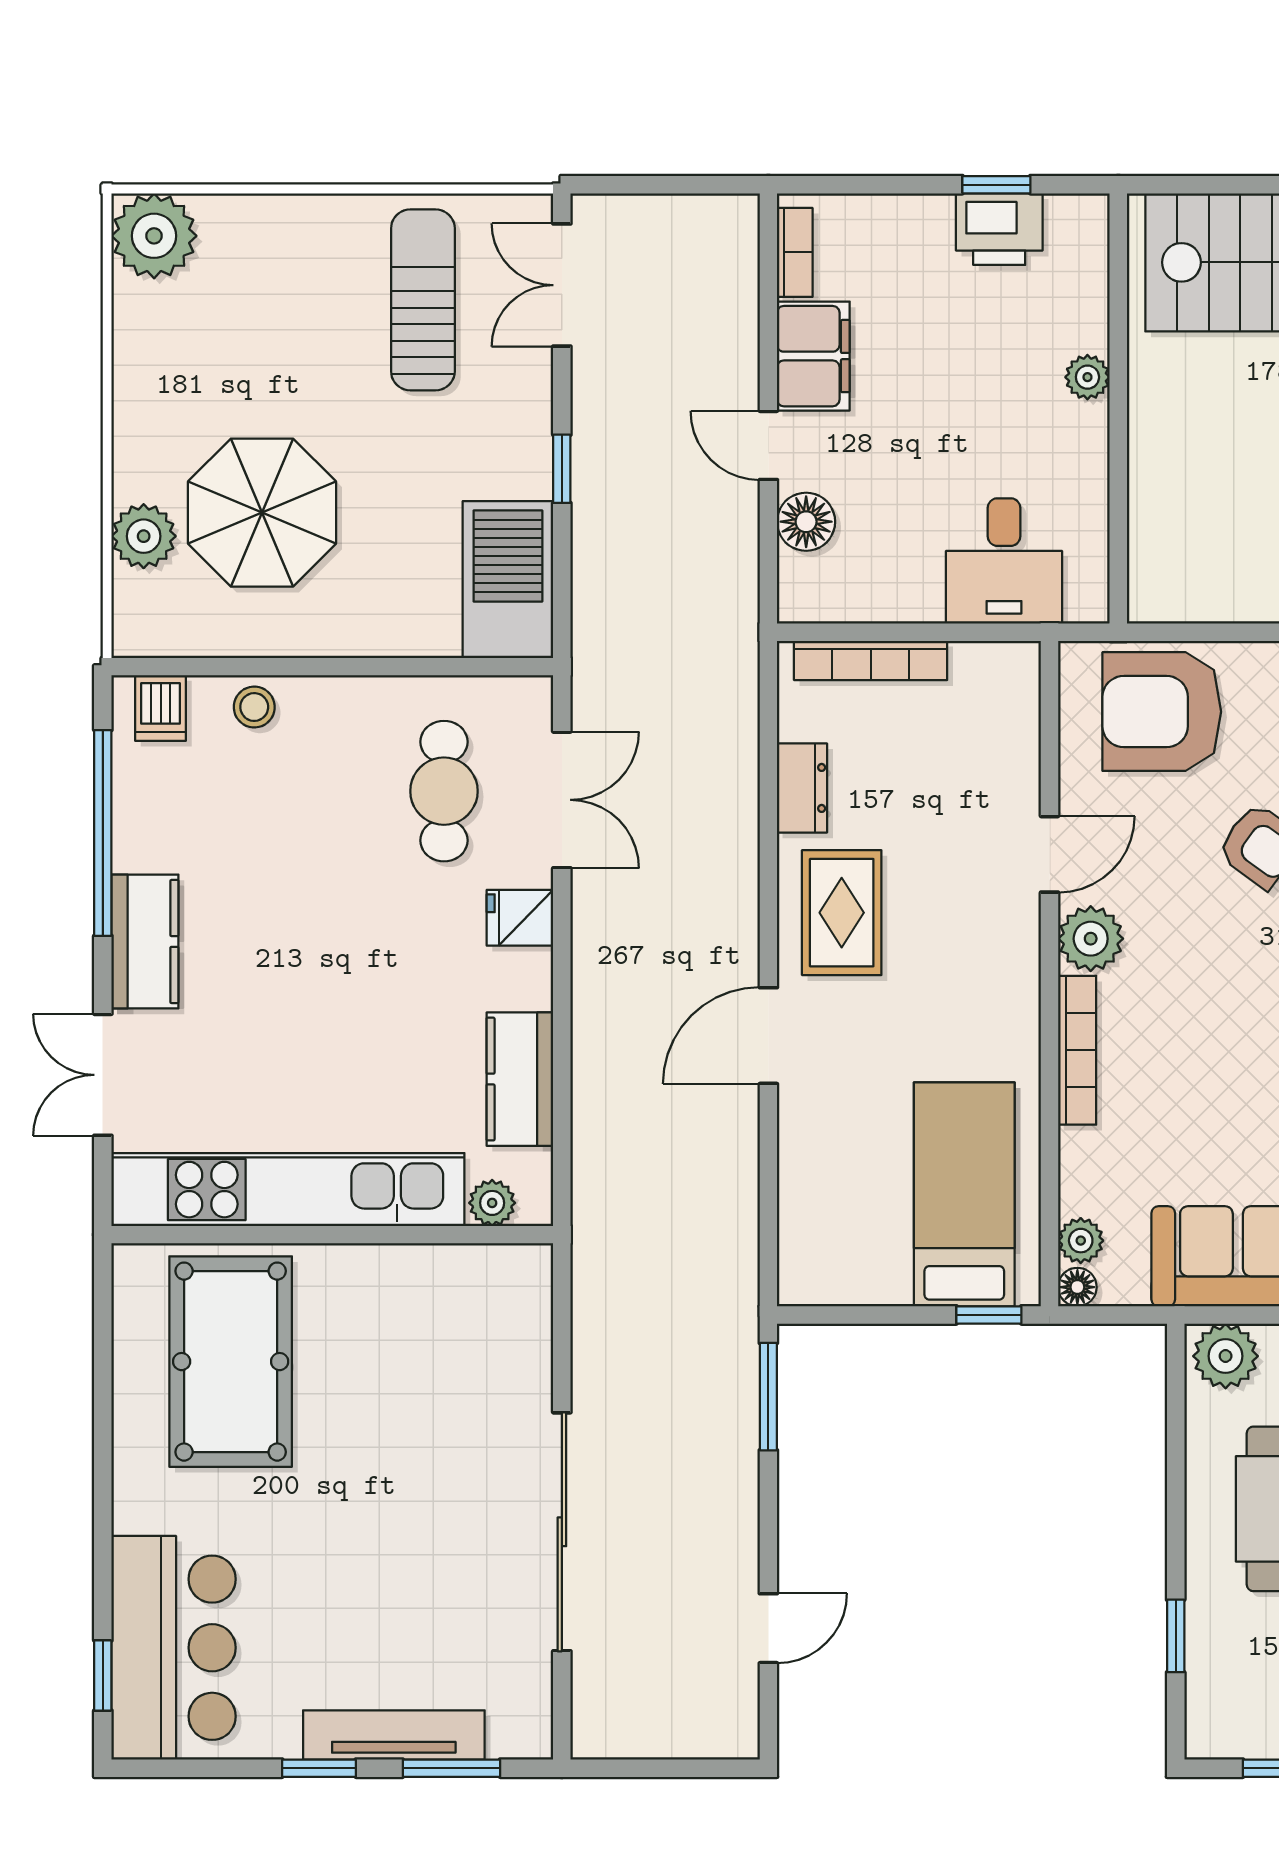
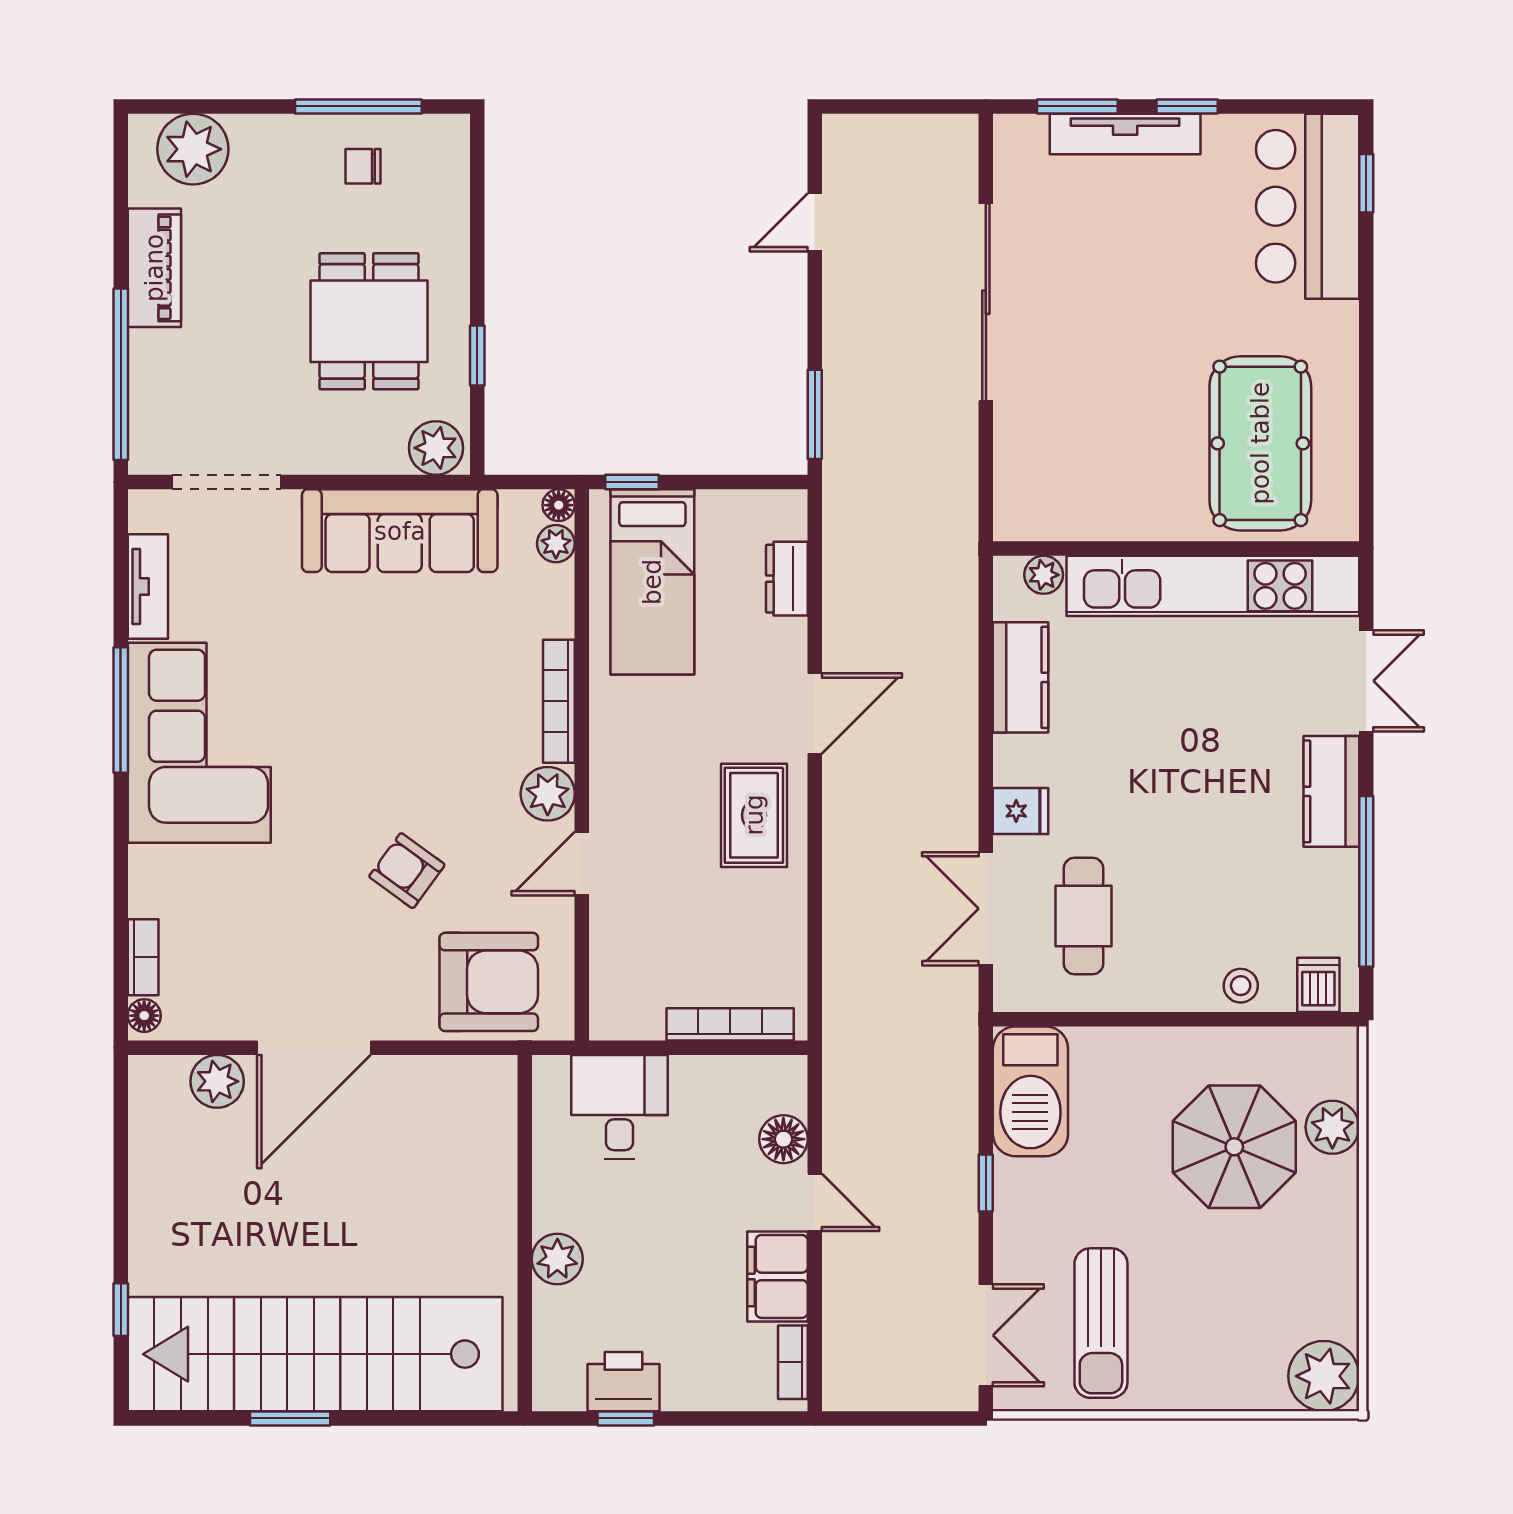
plant: (1087, 377) -> (557, 1259), width x1.38, depth x1.38
dresser: (802, 788) -> (787, 579), moved
window: (1176, 1636) -> (477, 355), moved

